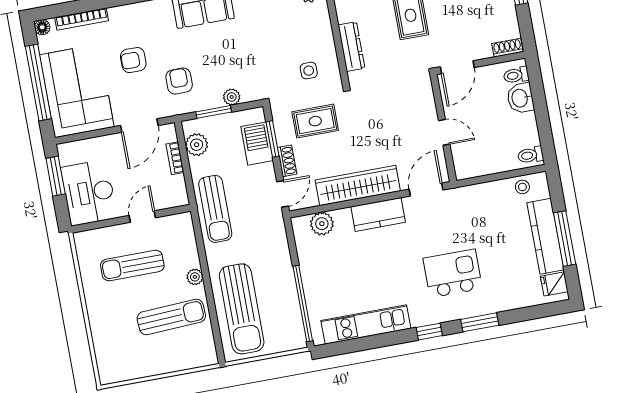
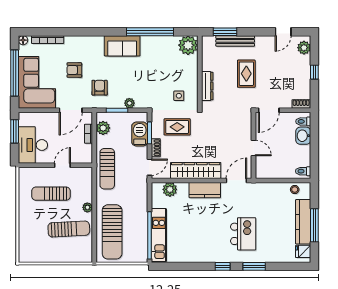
kitchen island: (453, 273) -> (243, 234), turned 90
kitchen unit: (366, 324) -> (159, 235), moved, turned 90

